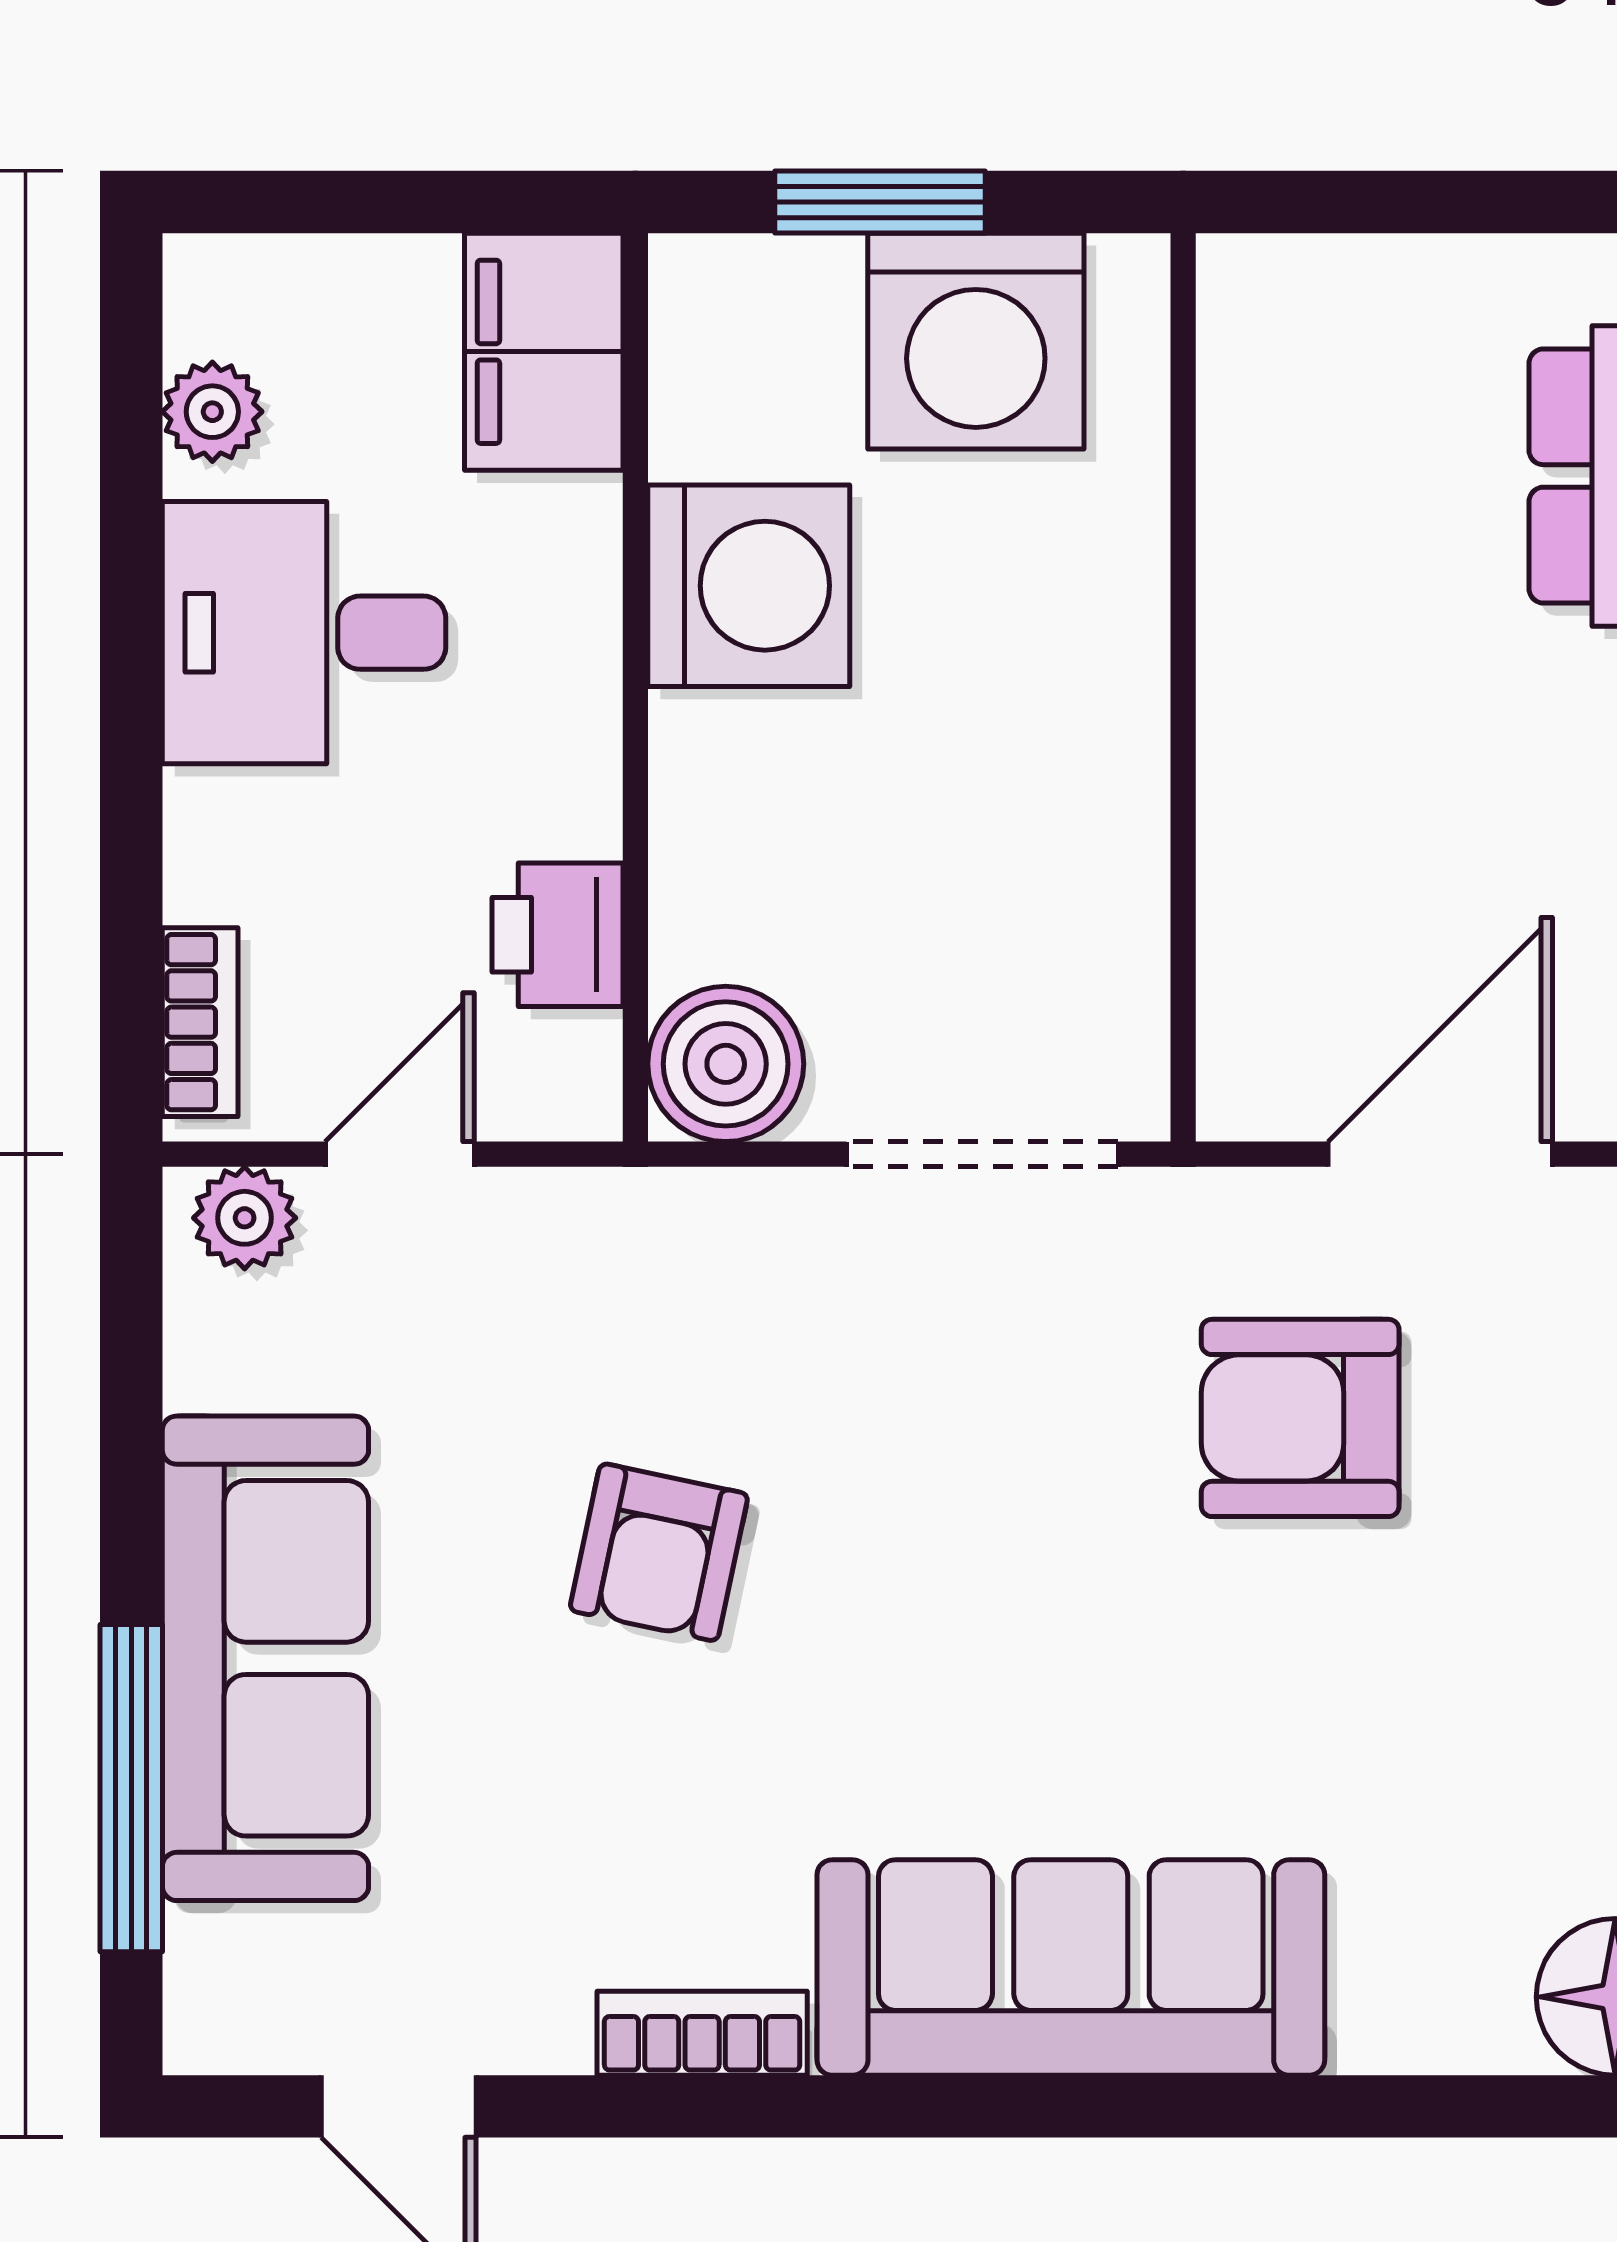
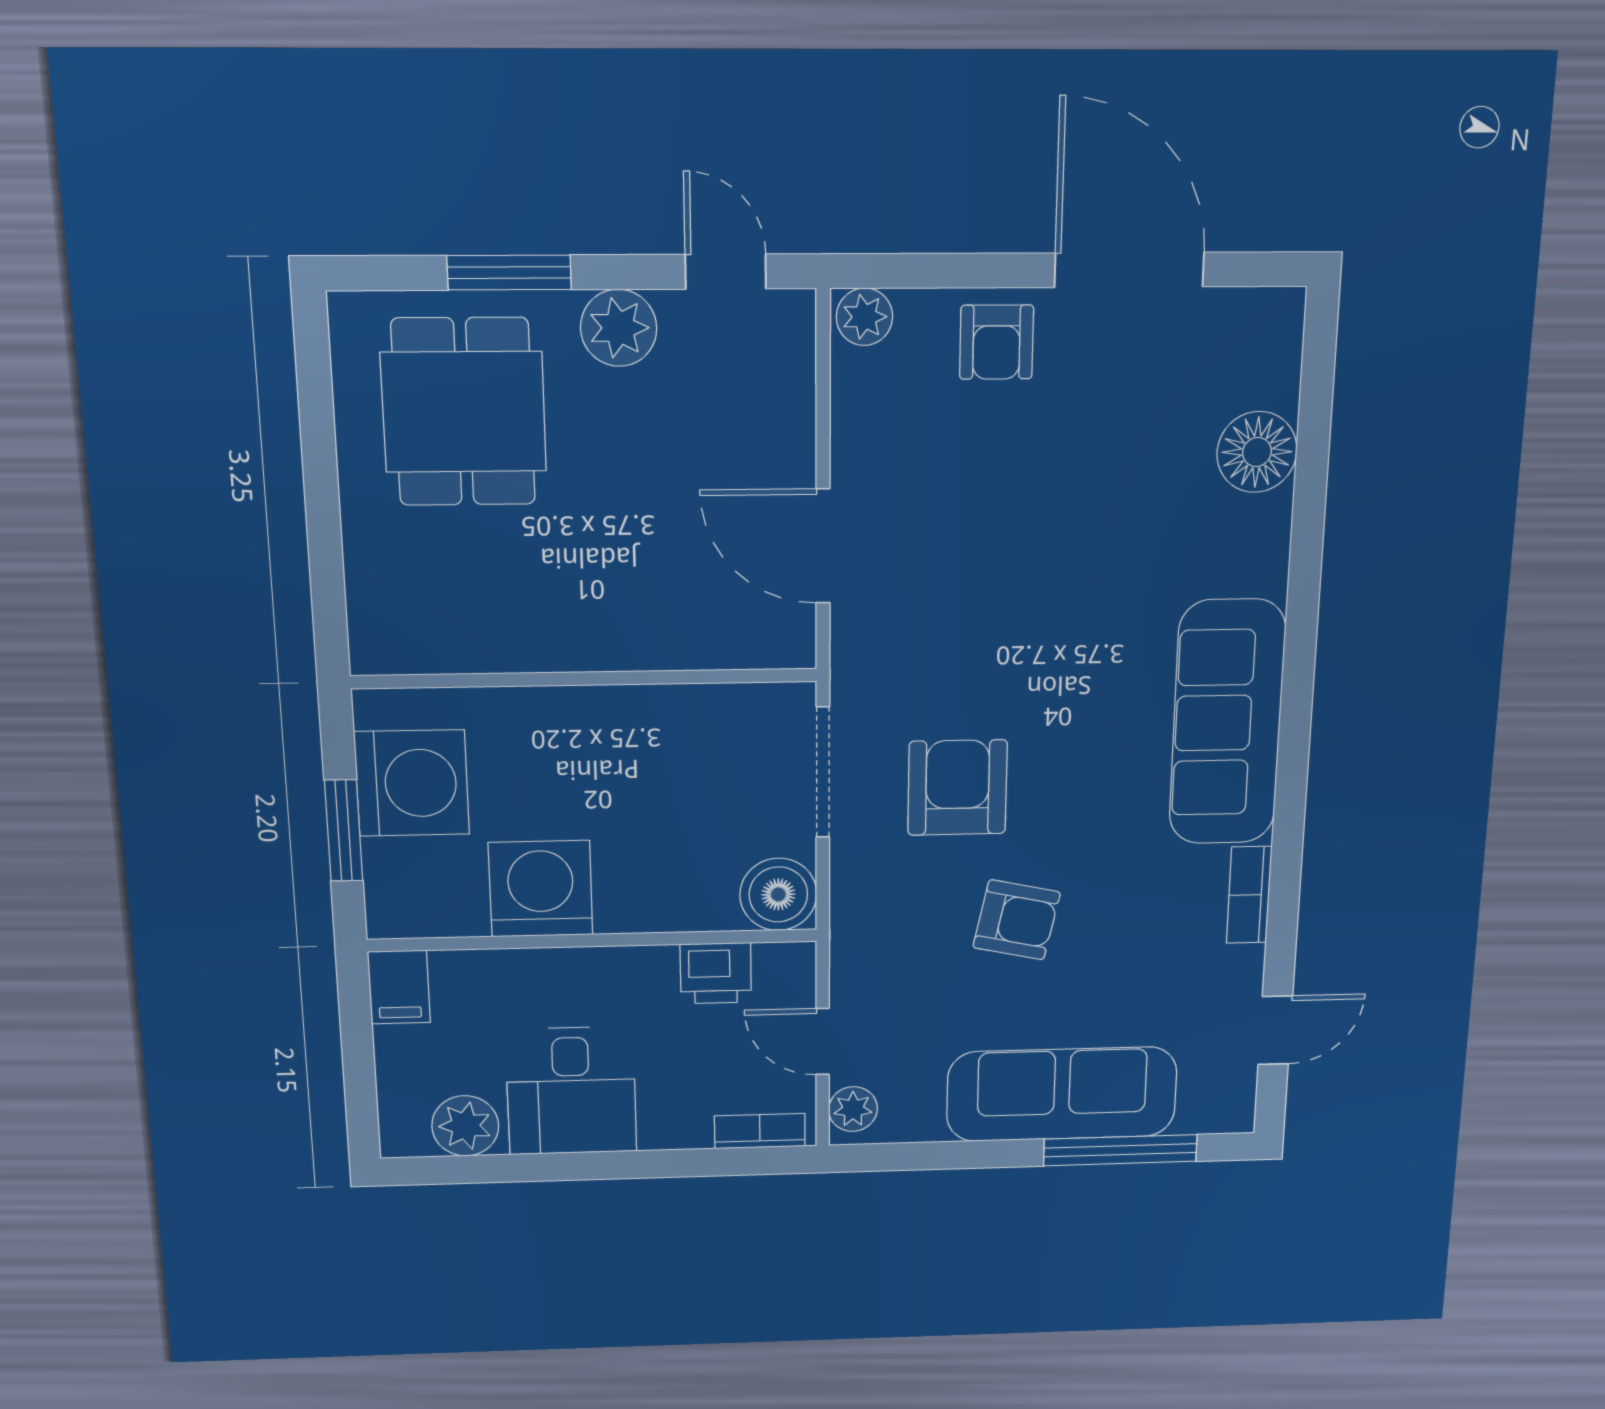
filing cabinet: (544, 352) -> (399, 987), width x0.50
plant: (212, 412) -> (465, 1126), width x1.38, depth x1.38
armchair: (1300, 1418) -> (957, 788), moved, turned 180

